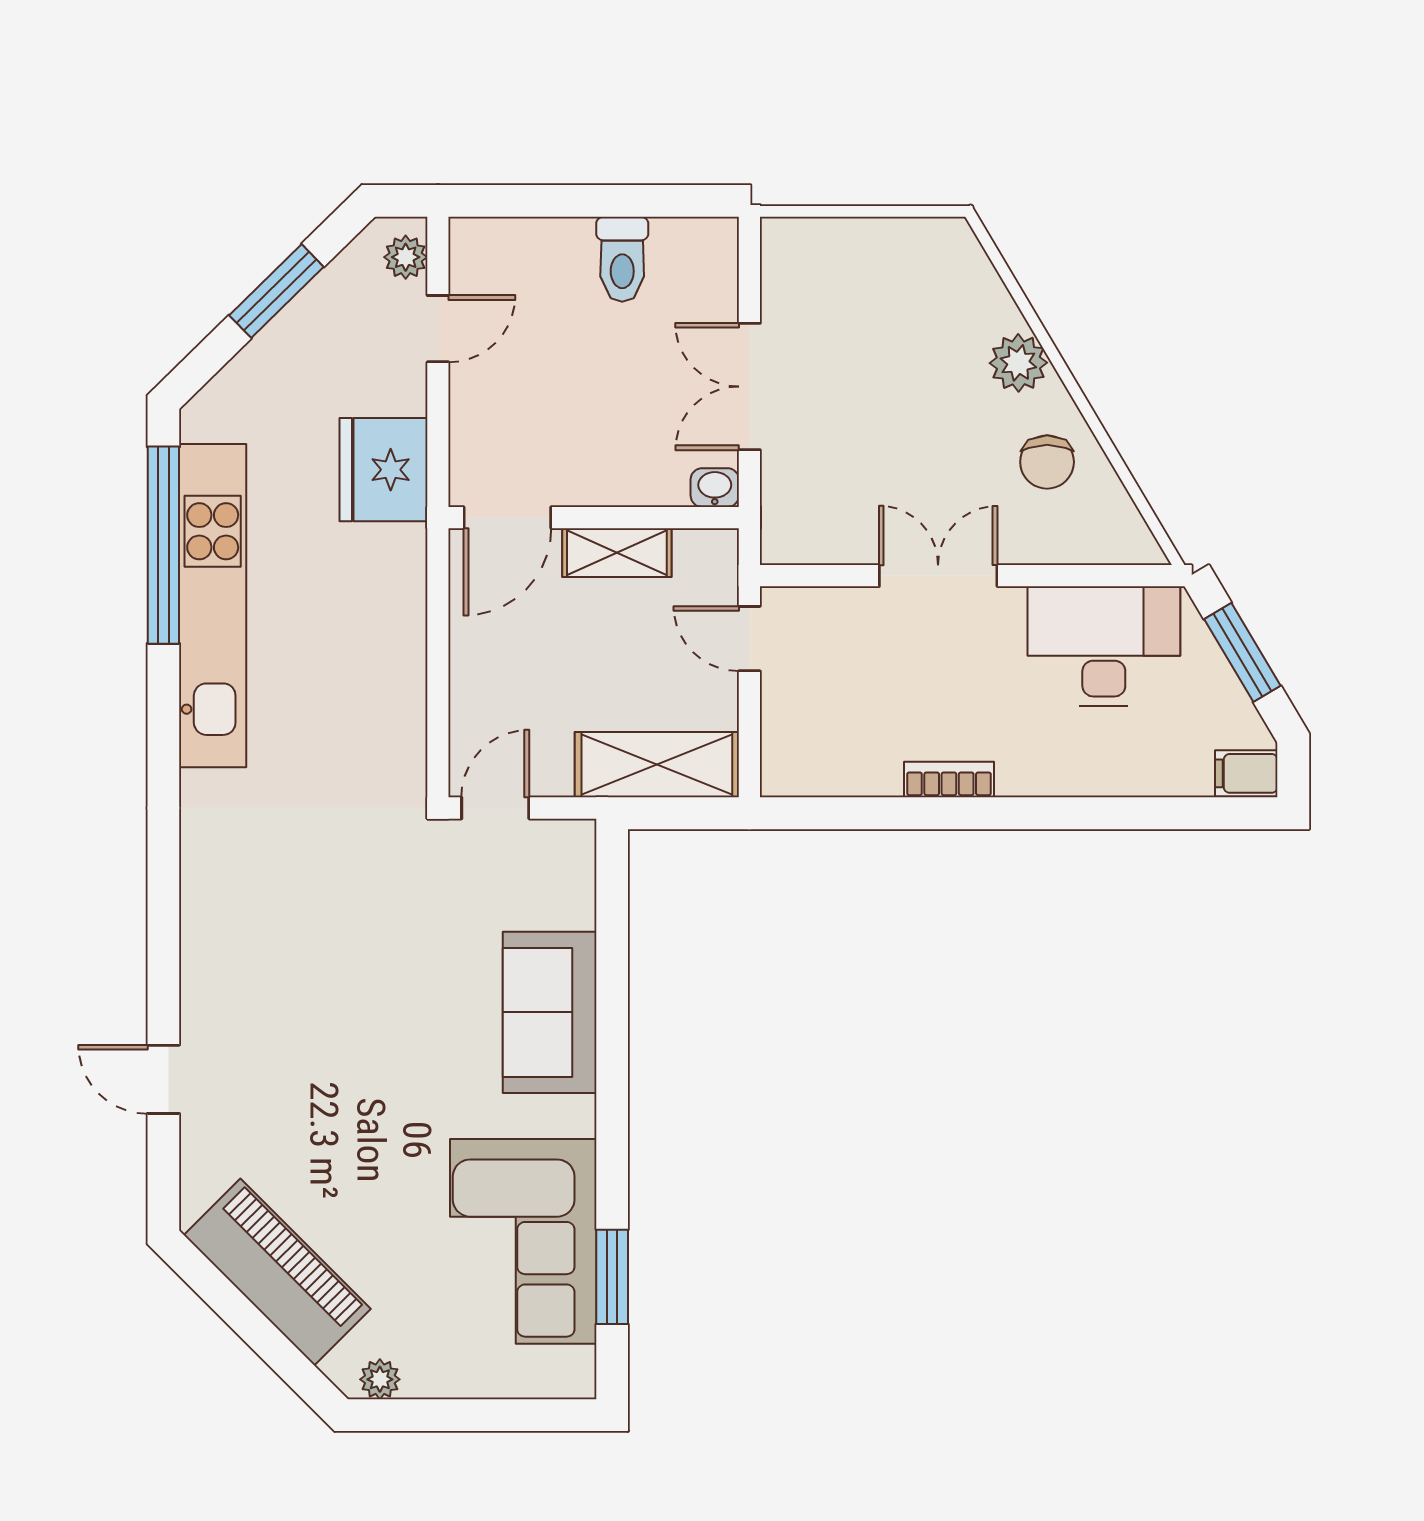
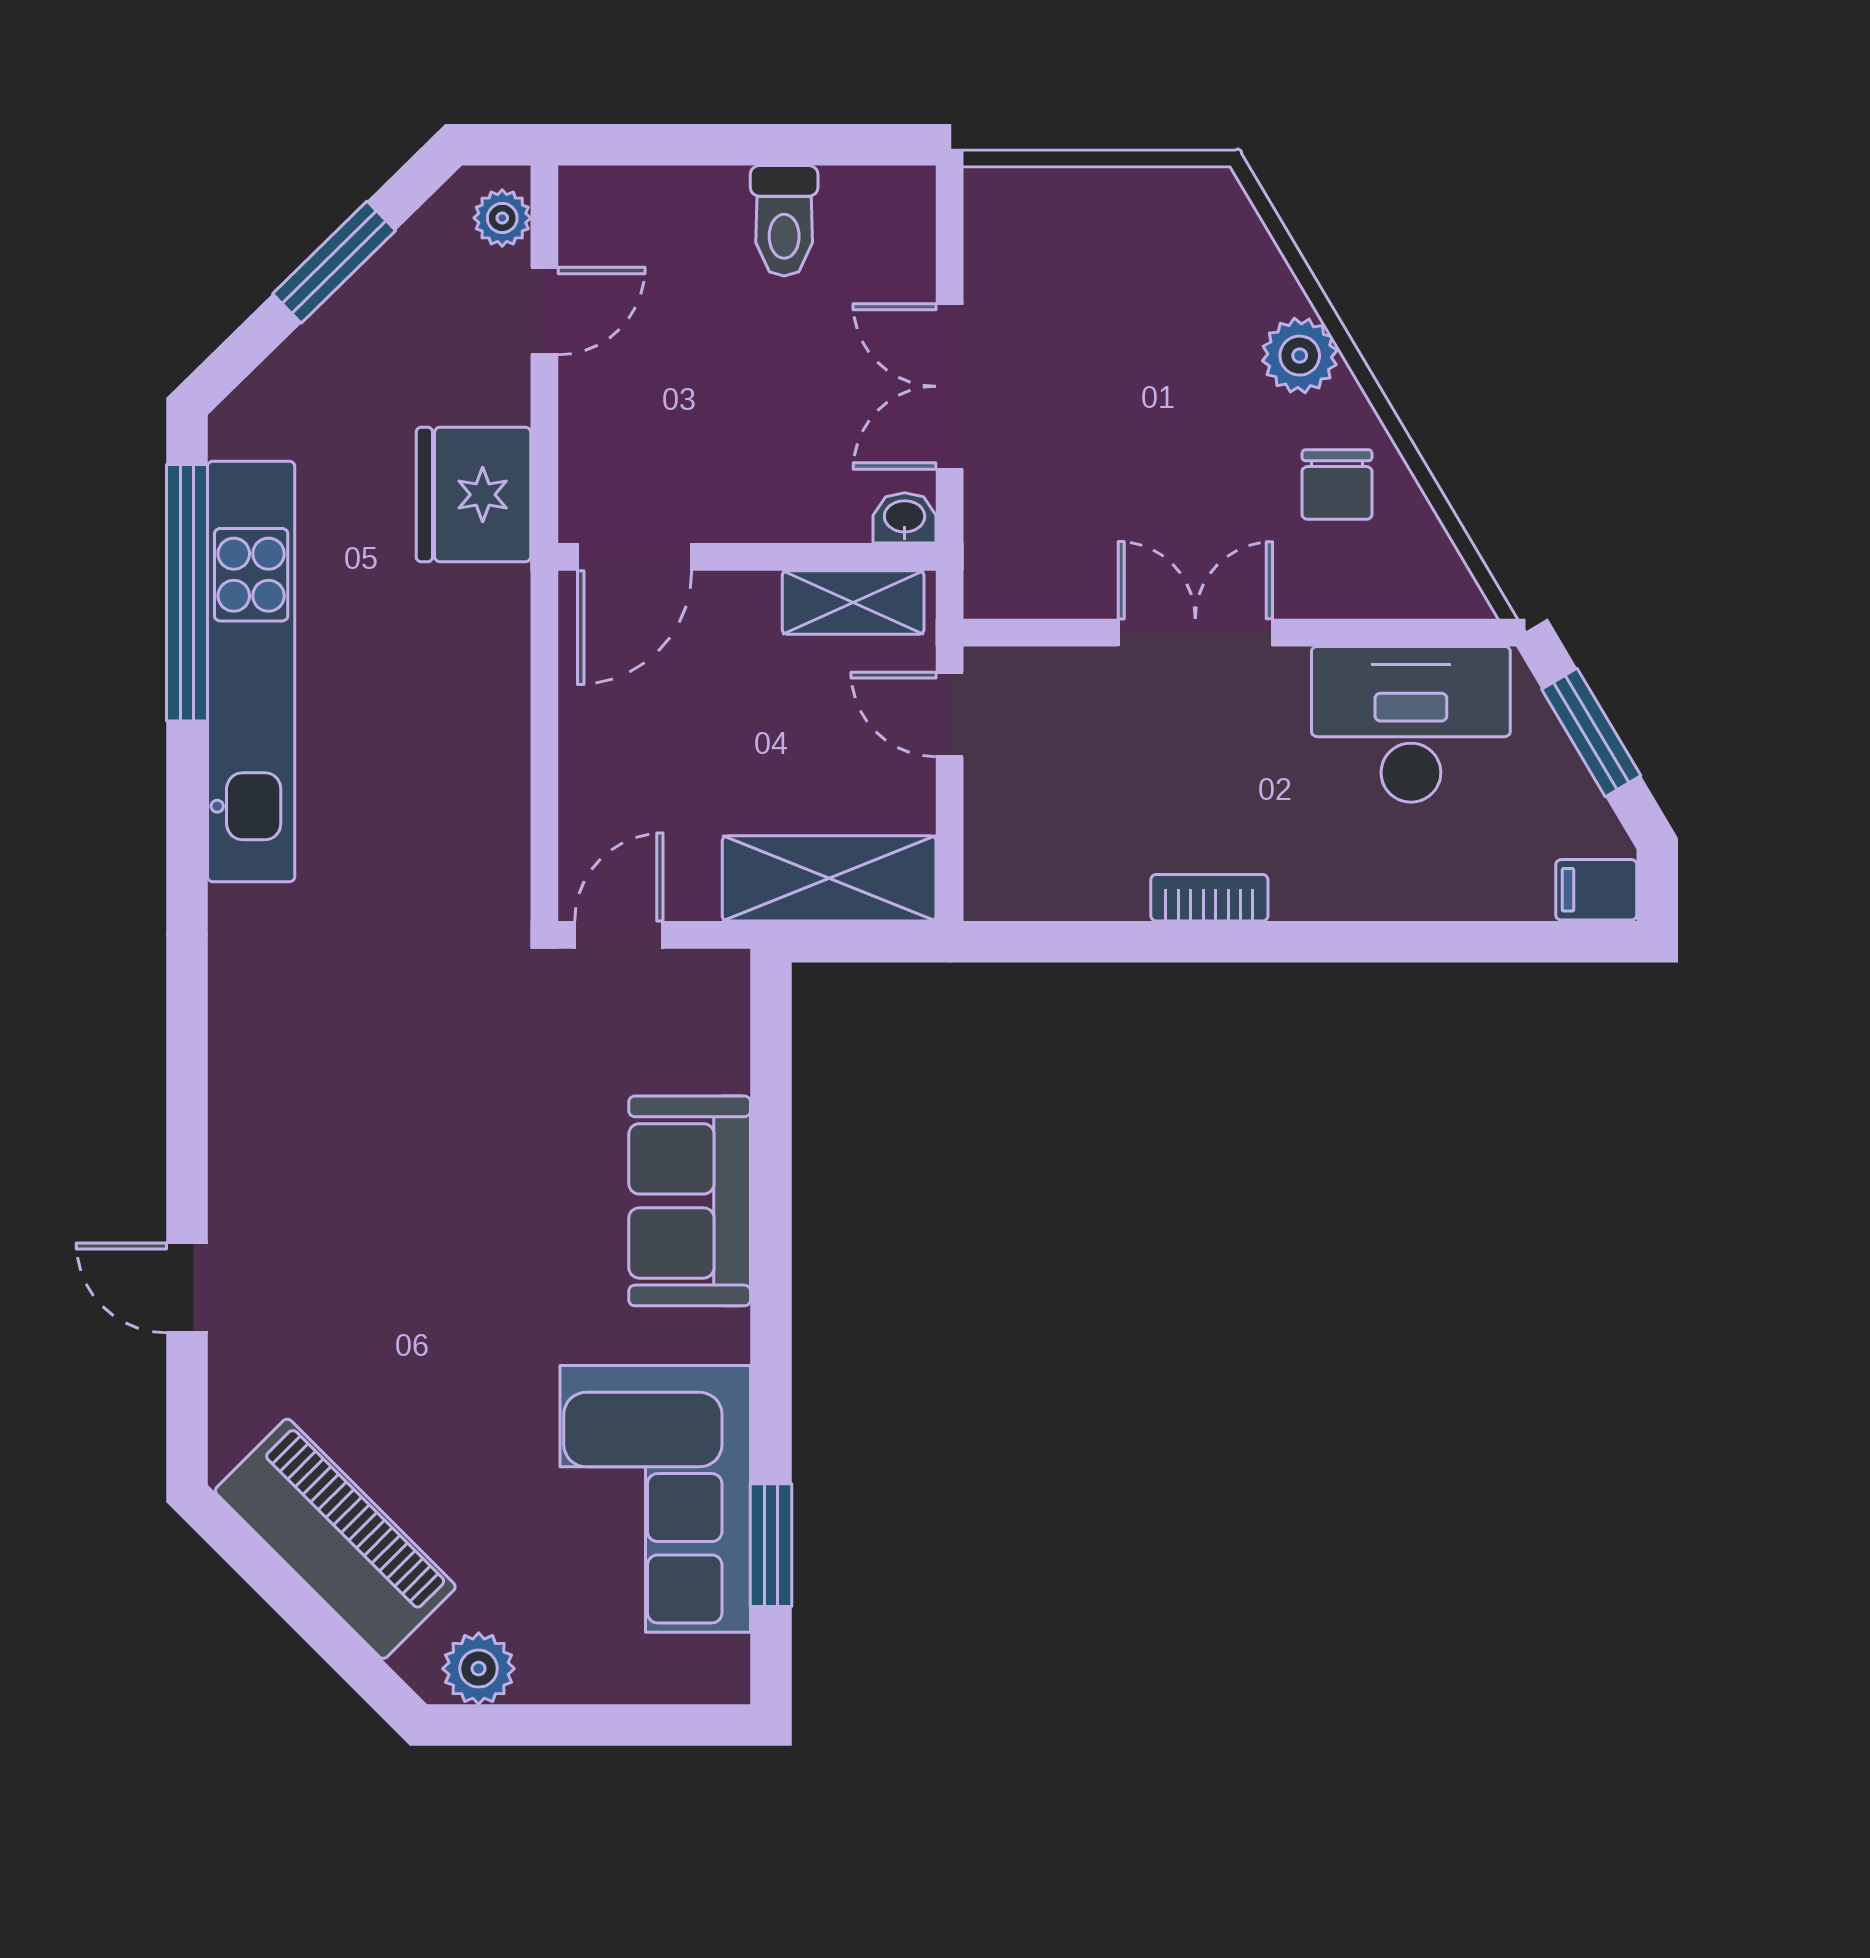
shelving: (617, 553) -> (853, 603), moved
plant: (380, 1379) -> (479, 1669), width x1.38, depth x1.38

